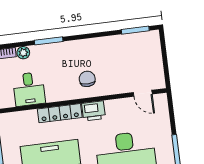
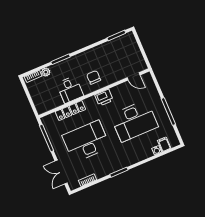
desk: (29, 89) -> (70, 90), moved
locker: (60, 113) -> (70, 111), moved

